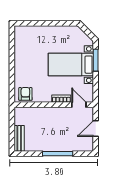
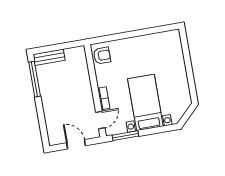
window: (96, 60) -> (125, 136), moved
window: (58, 154) -> (35, 79), moved

